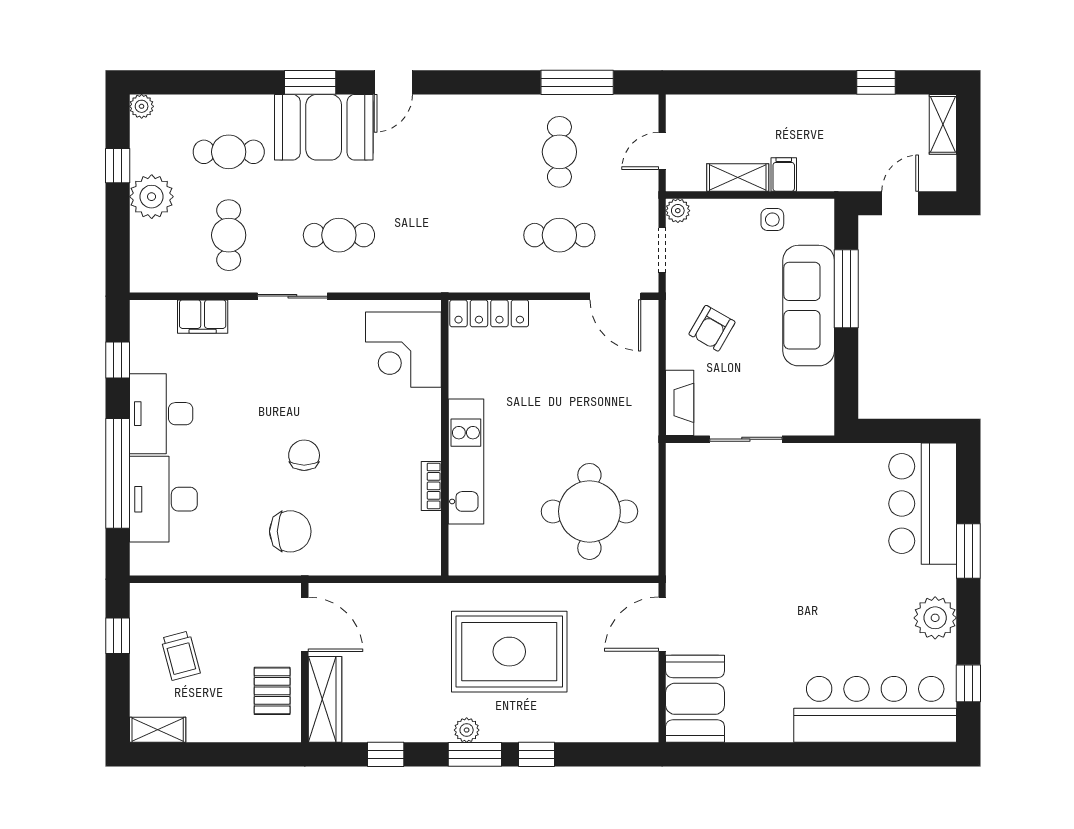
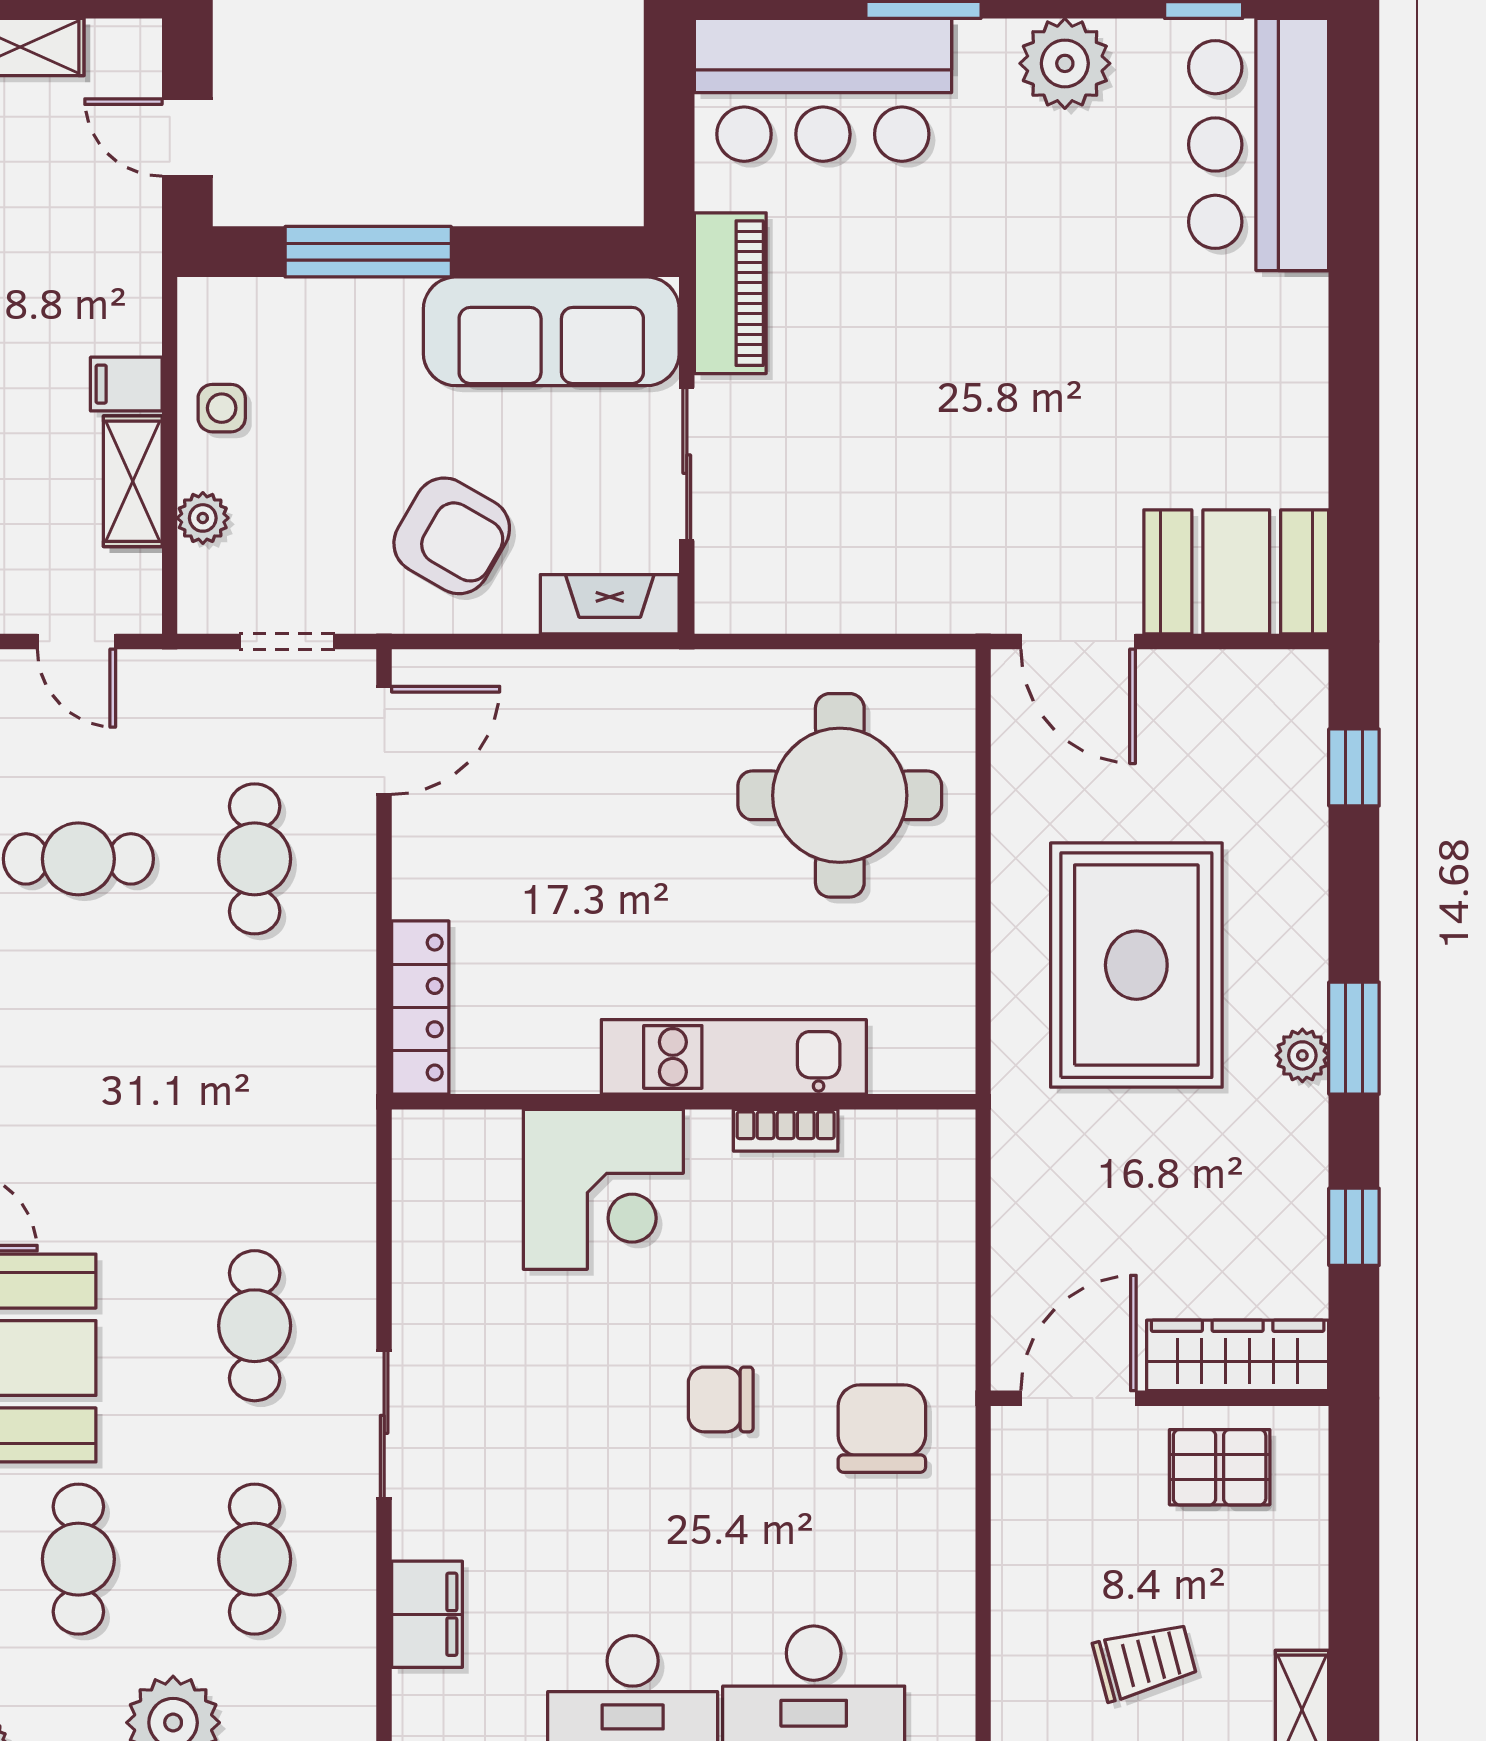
plant: (678, 211) -> (203, 518), moved
cafe table: (229, 235) -> (255, 1559), turned 90
sofa: (809, 306) -> (551, 331), moved
armchair: (712, 328) -> (452, 536), width x1.38, depth x1.38
corner desk: (403, 350) -> (603, 1189), moved
piano: (827, 460) -> (730, 293), added
bar counter: (875, 709) -> (1259, 144), width x0.73
window: (537, 754) -> (1354, 767), moved

